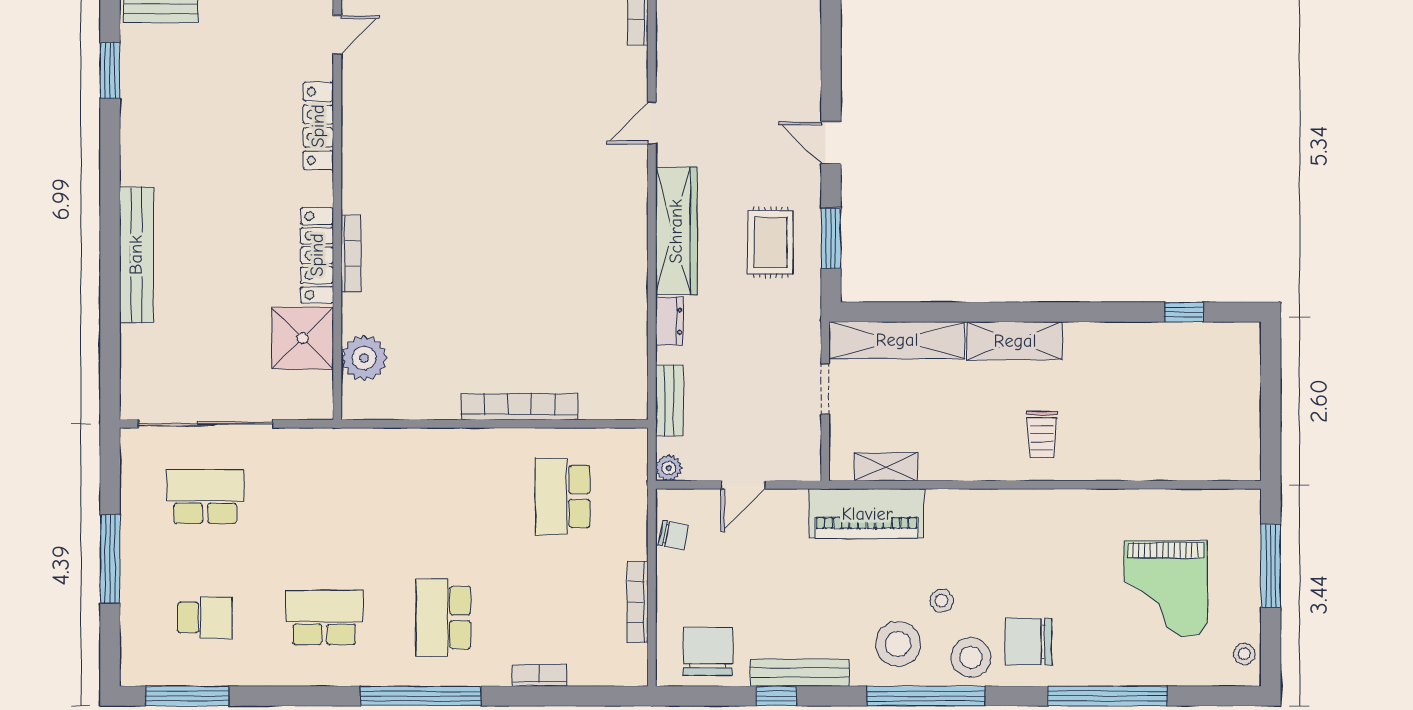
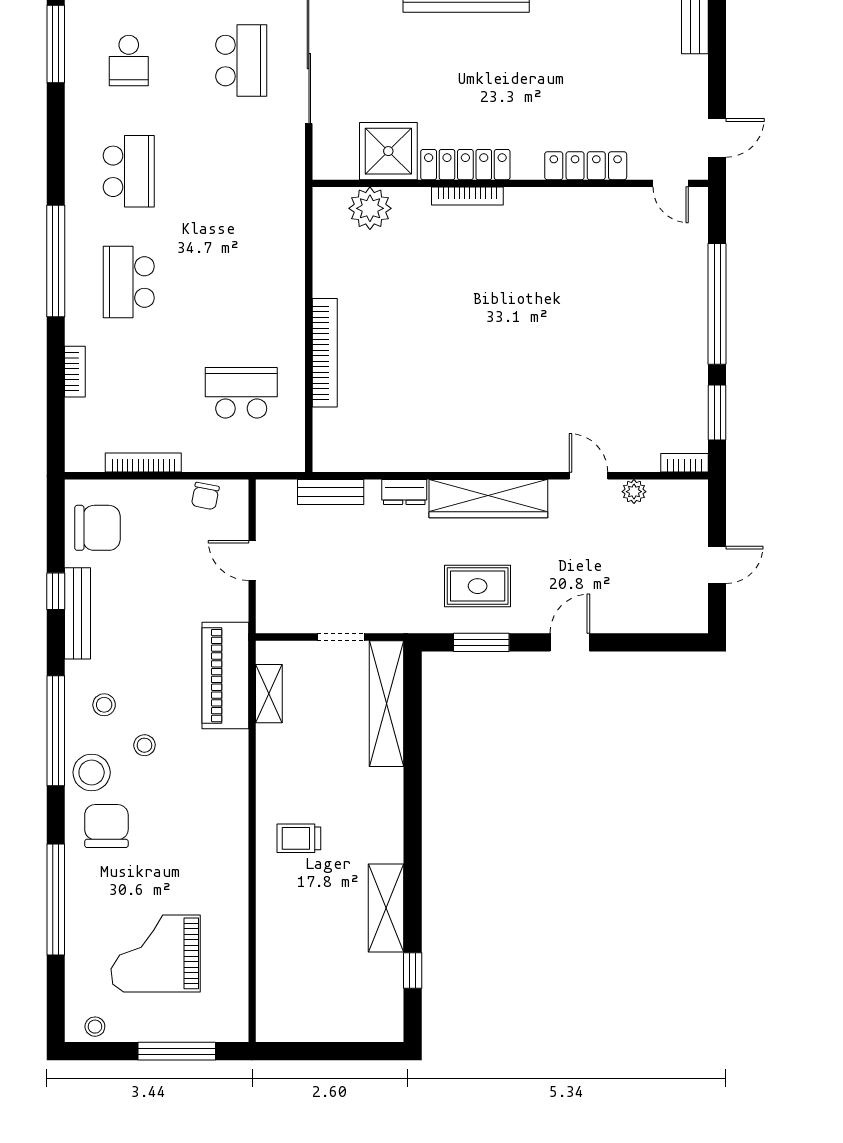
shelving: (1015, 341) -> (386, 908), moved
plant: (669, 468) -> (634, 492), moved
school desk: (443, 618) -> (129, 282), turned -90
stool: (898, 644) -> (104, 705), width x0.53, depth x0.53

